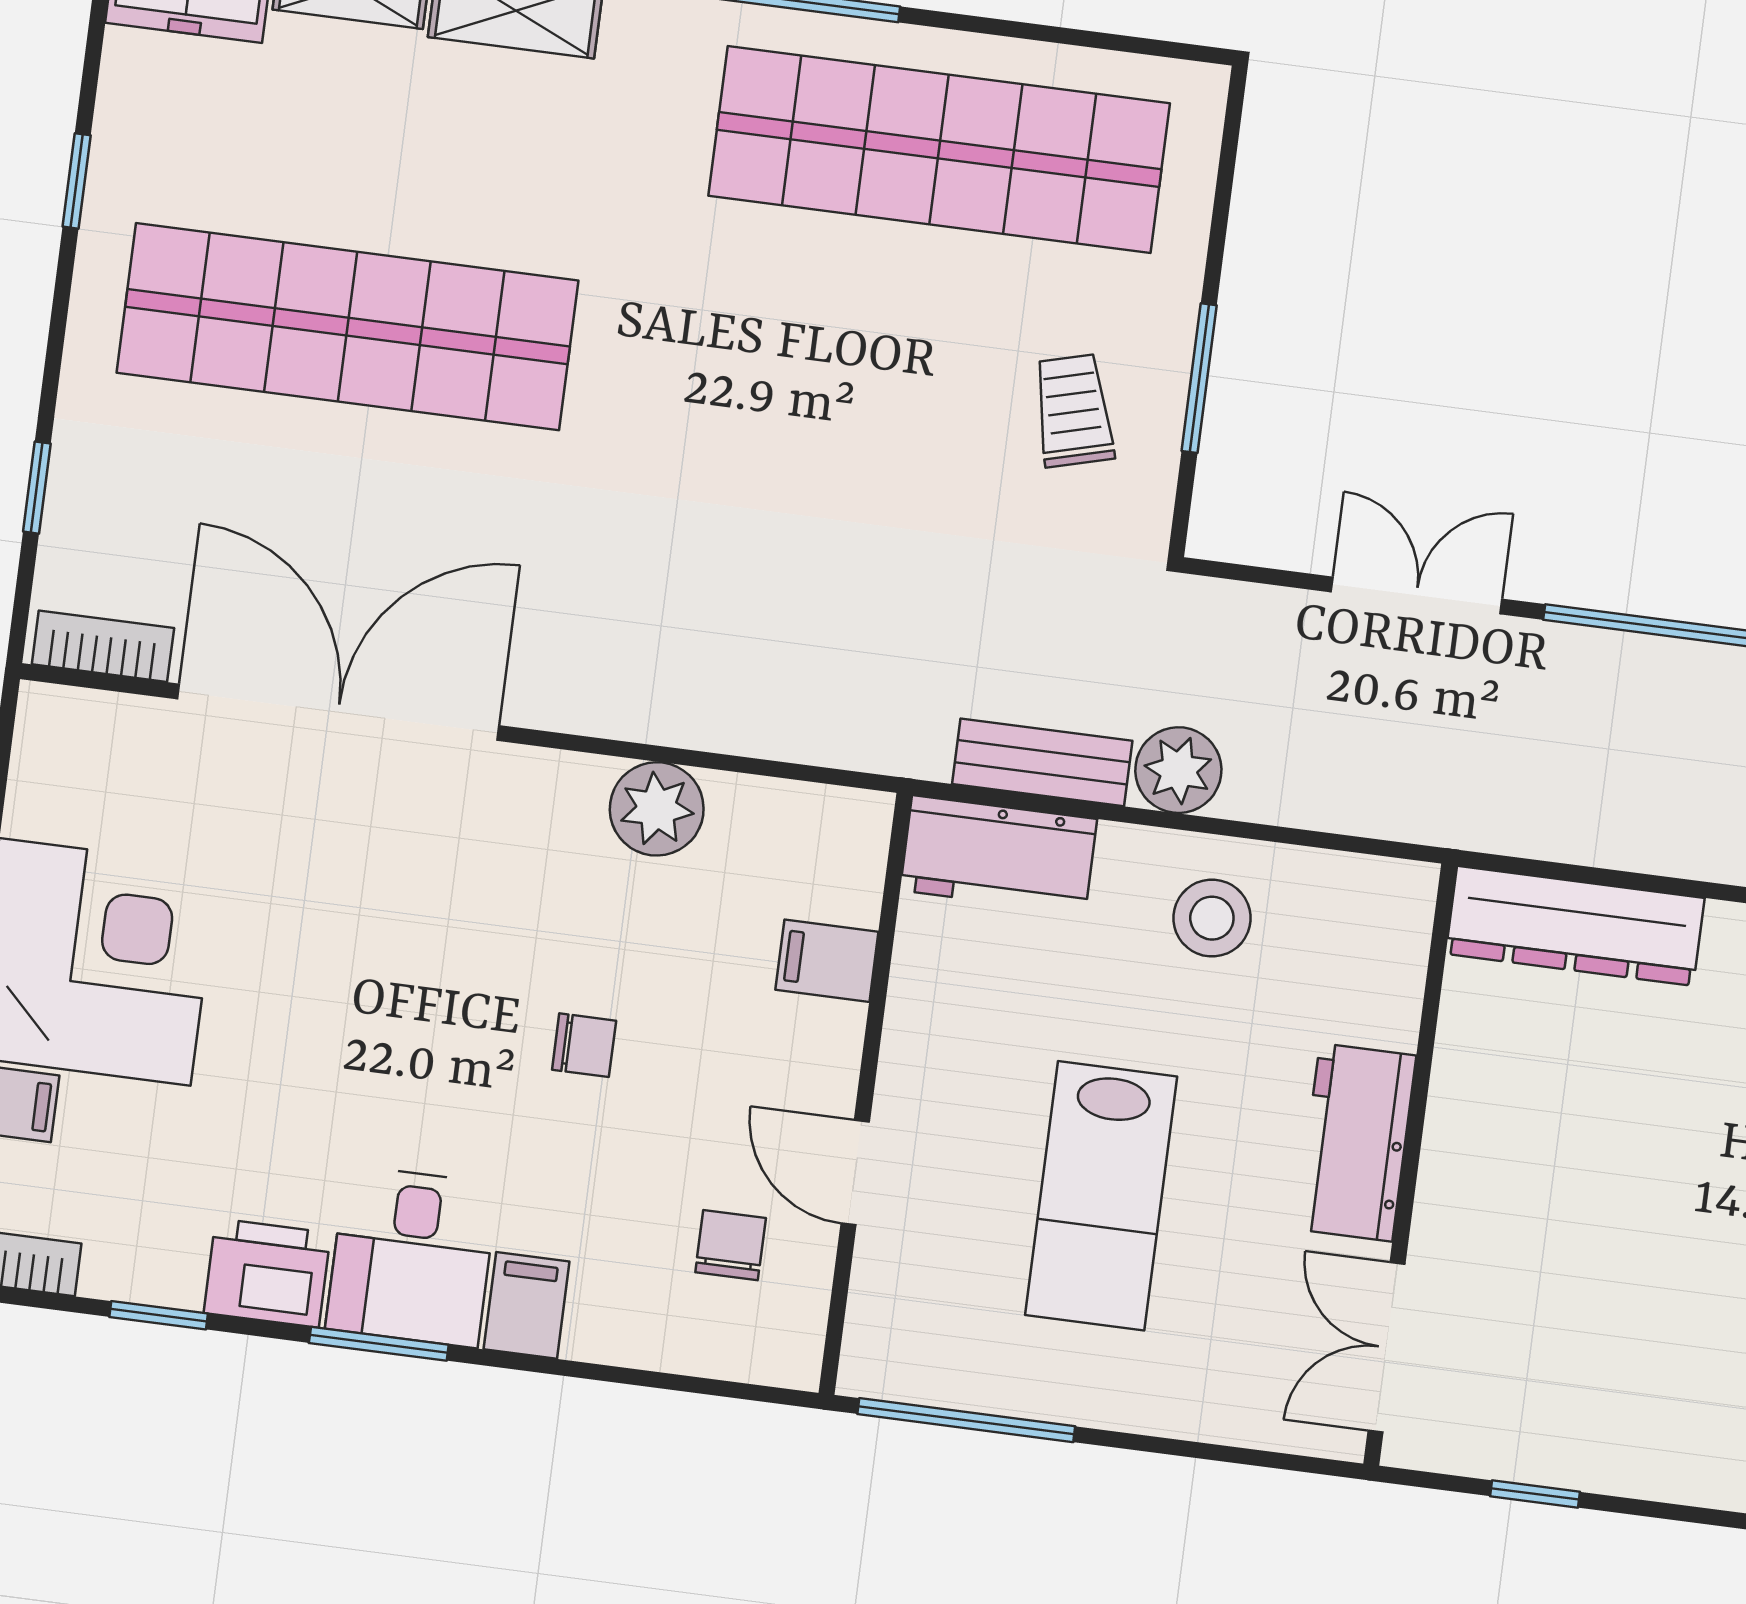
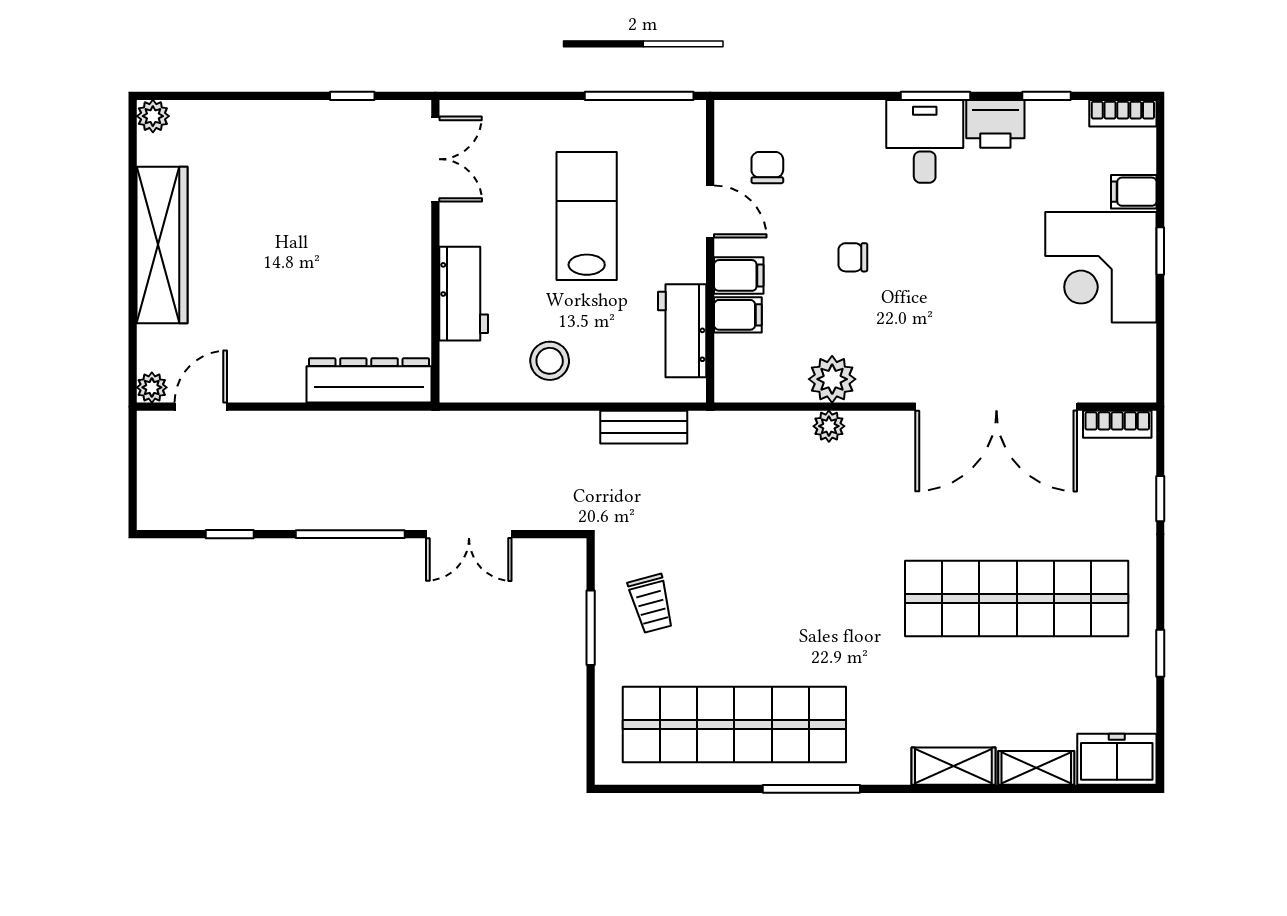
plant: (1178, 770) -> (829, 426), moved, width x0.73, depth x0.73
workbench: (999, 855) -> (682, 331), moved, turned -90
workbench: (1356, 1142) -> (464, 294), moved
chair: (731, 1245) -> (767, 168), turned 180
filing cabinet: (527, 1305) -> (739, 275), moved, turned -90

